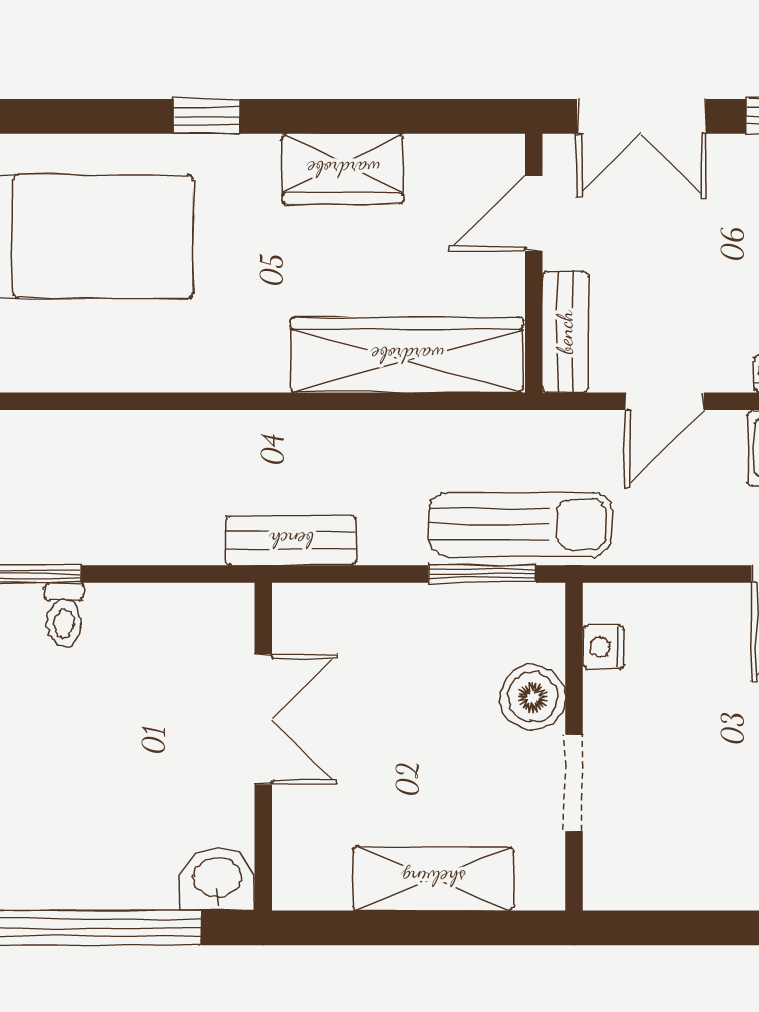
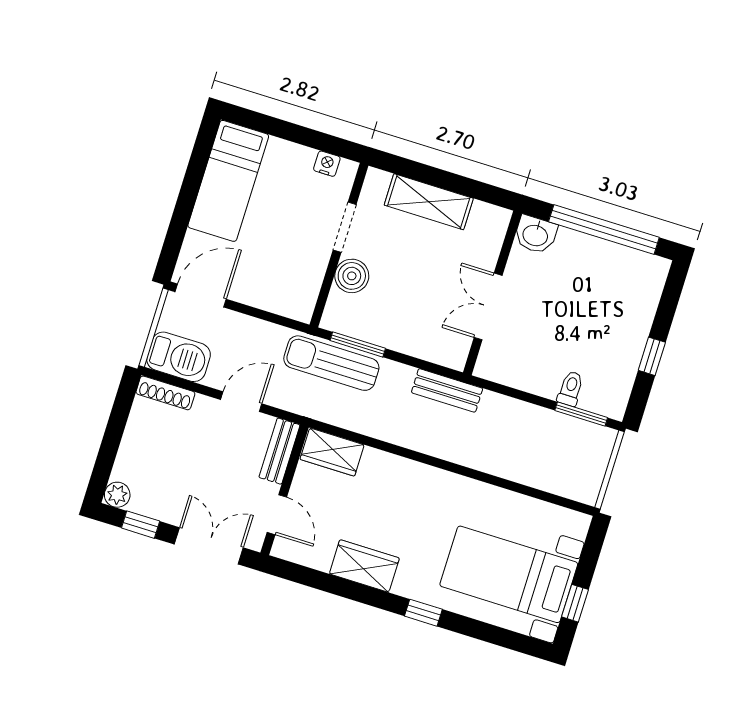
door: (534, 213) -> (277, 515), hinge flipped
wardrobe: (407, 355) -> (332, 452), width x0.48, depth x0.85
nightstand: (603, 647) -> (327, 164), moved, turned -90

